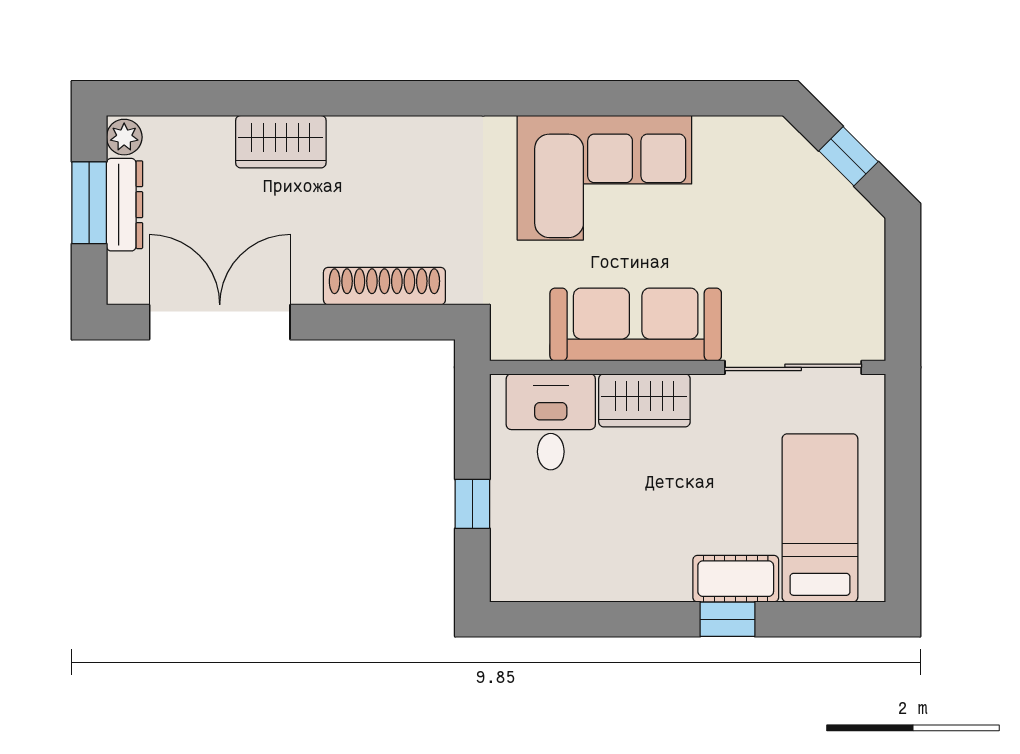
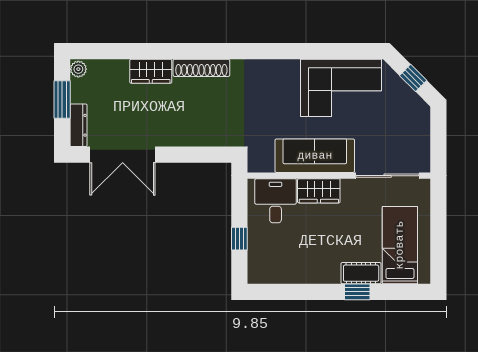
corner sofa: (604, 178) -> (341, 88), moved
dresser: (125, 205) -> (78, 125), moved
shoe rack: (384, 286) -> (201, 68), moved, turned 180
double door: (220, 322) -> (123, 155), swing flipped

